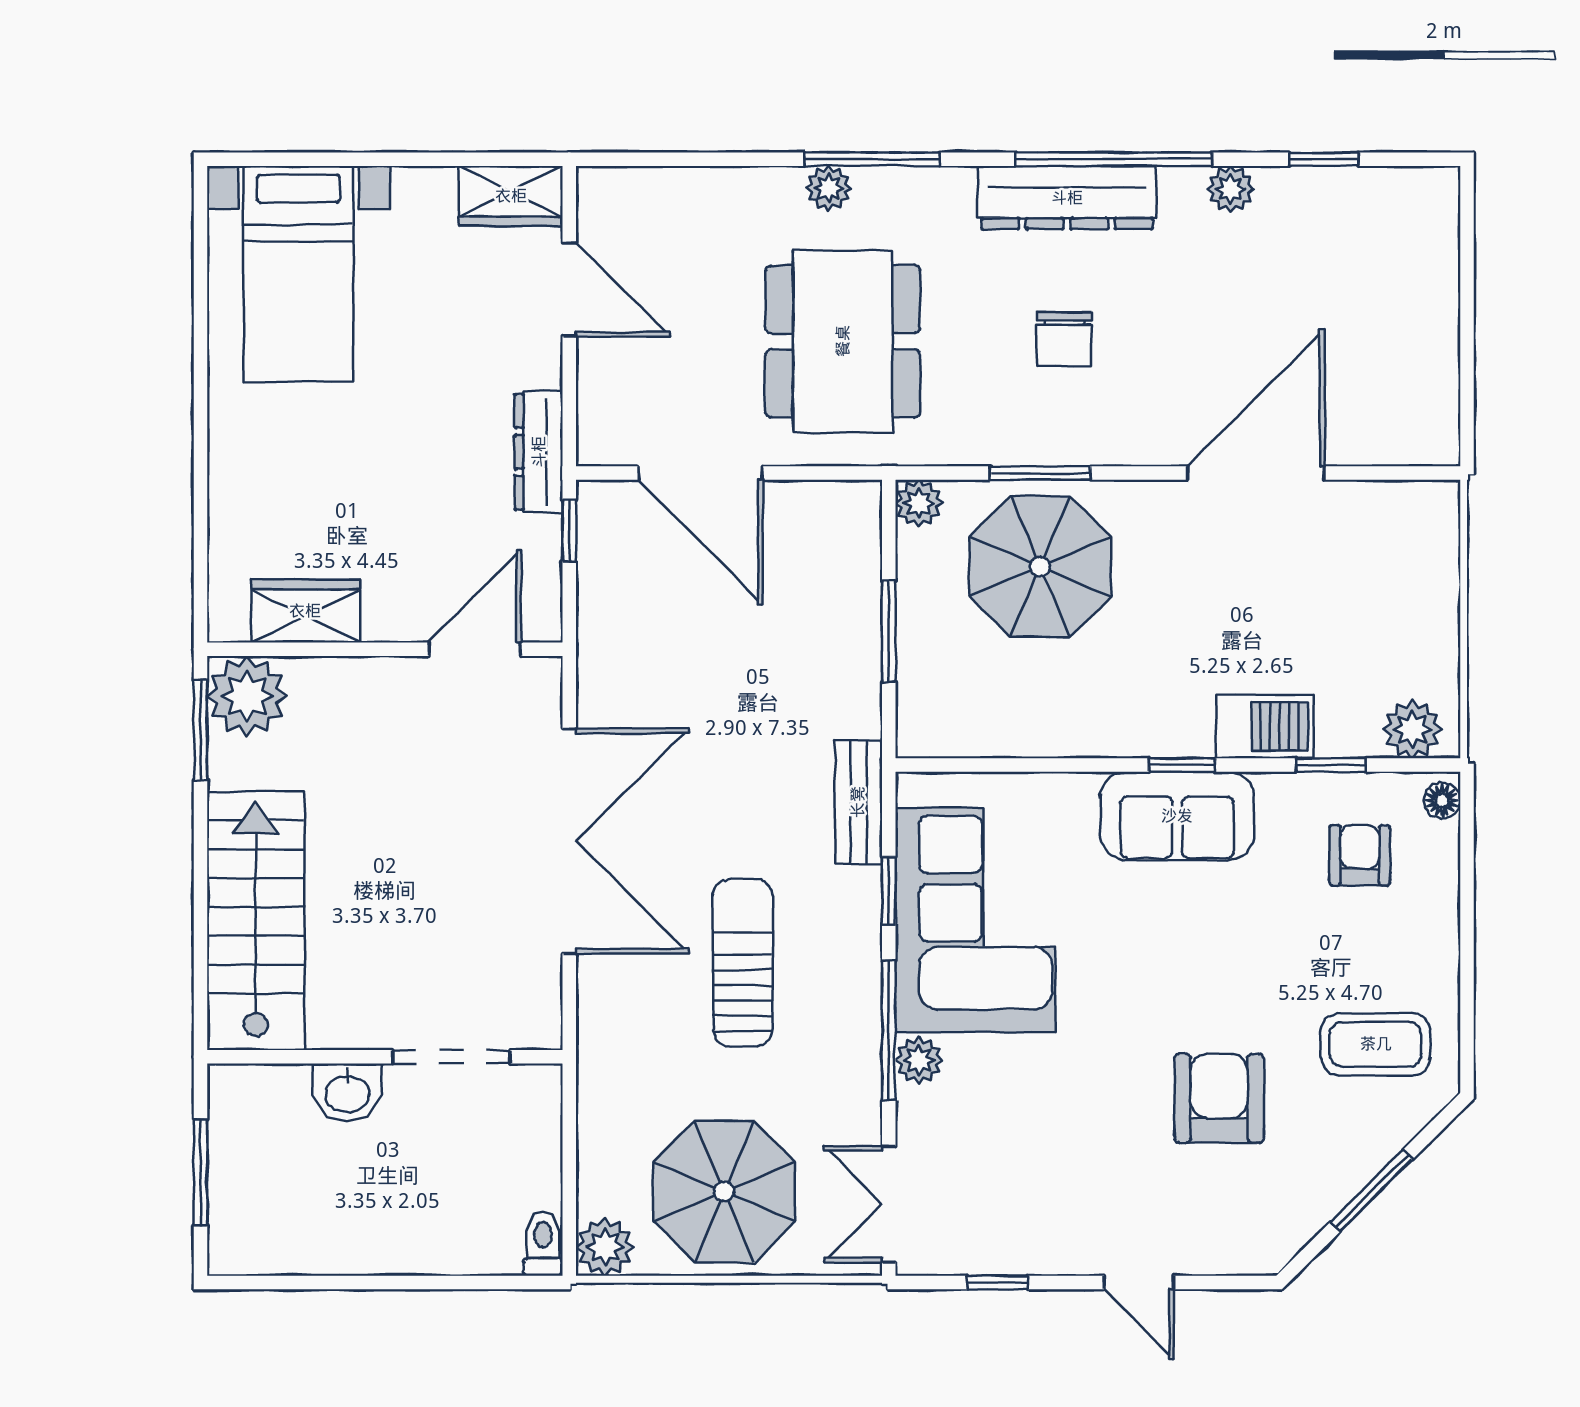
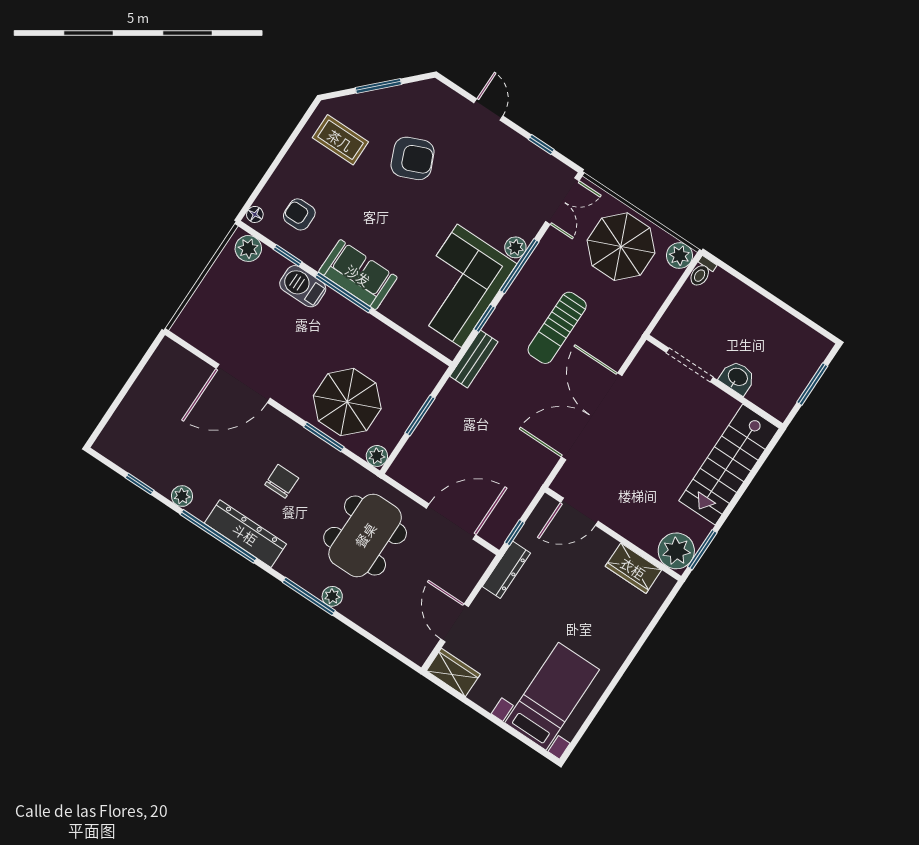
door: (700, 473) -> (451, 522), hinge flipped
window: (1182, 765) -> (343, 292), width x2.17
armchair: (1360, 855) -> (299, 214), turned 90
armchair: (1219, 1098) -> (413, 158), turned -113

